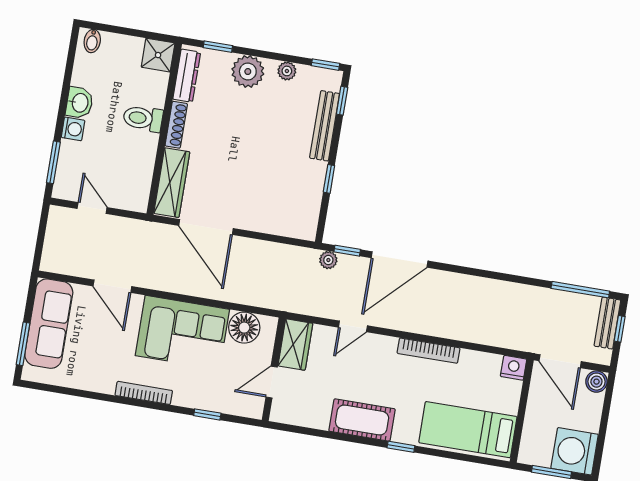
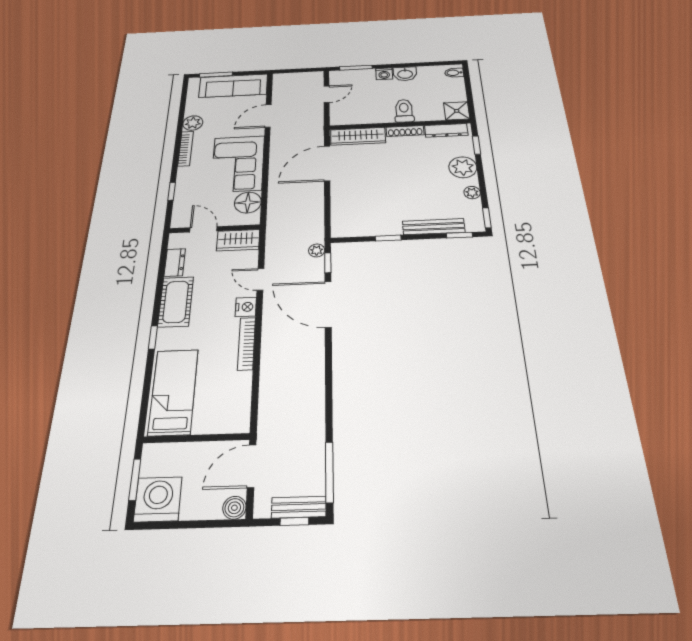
nightstand: (514, 368) -> (246, 307), moved
plant: (103, 381) -> (193, 123), added
dresser: (310, 418) -> (175, 262), added

